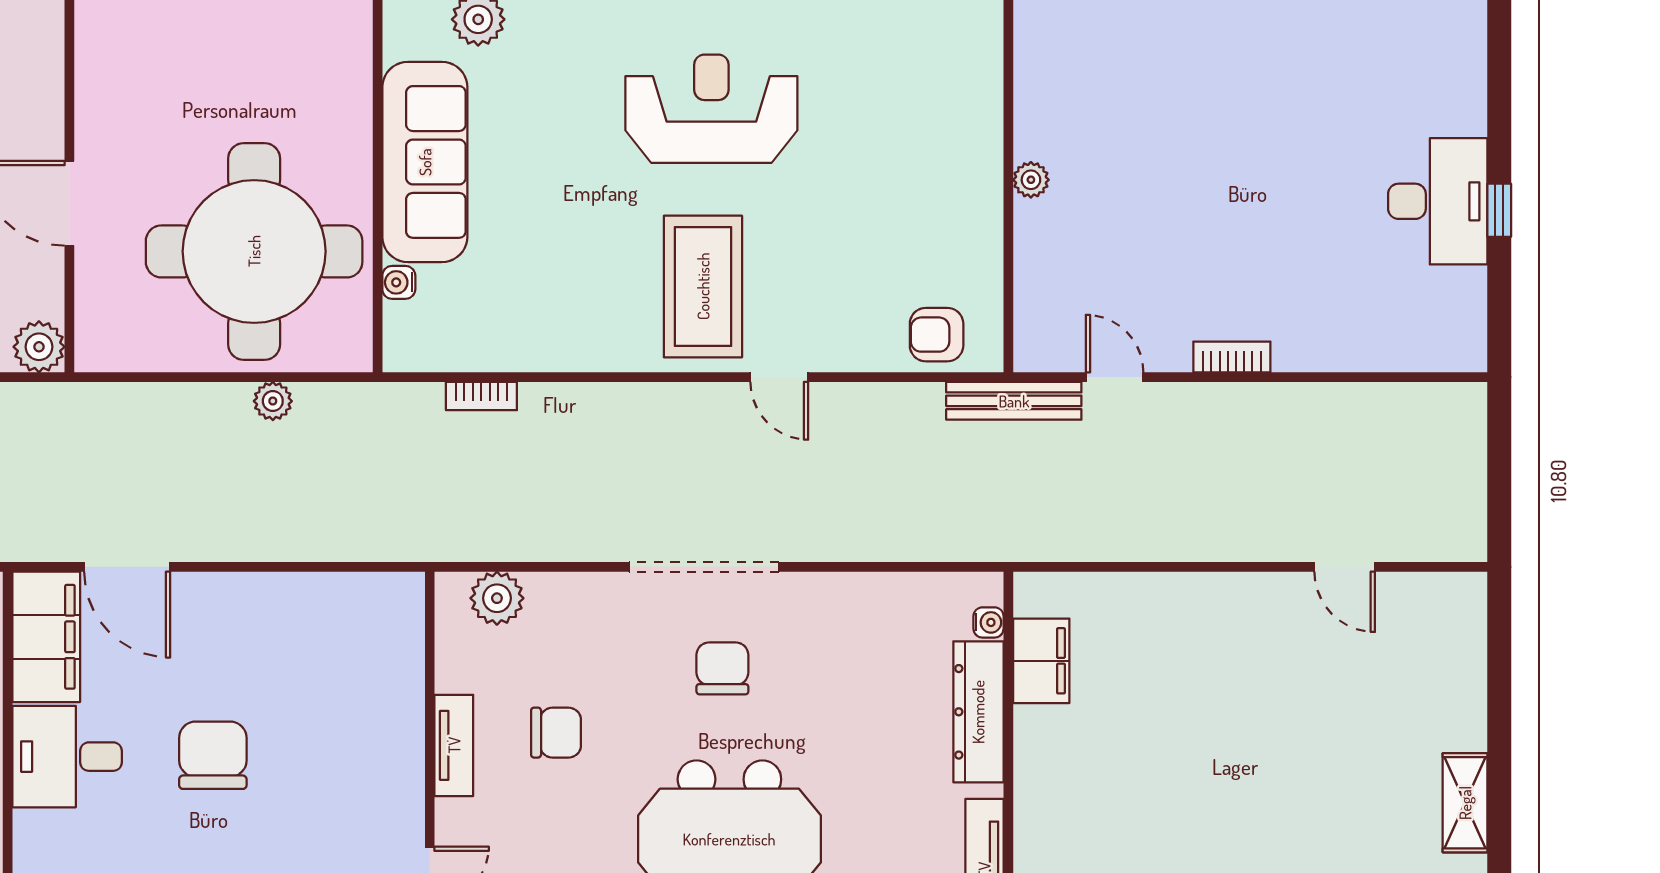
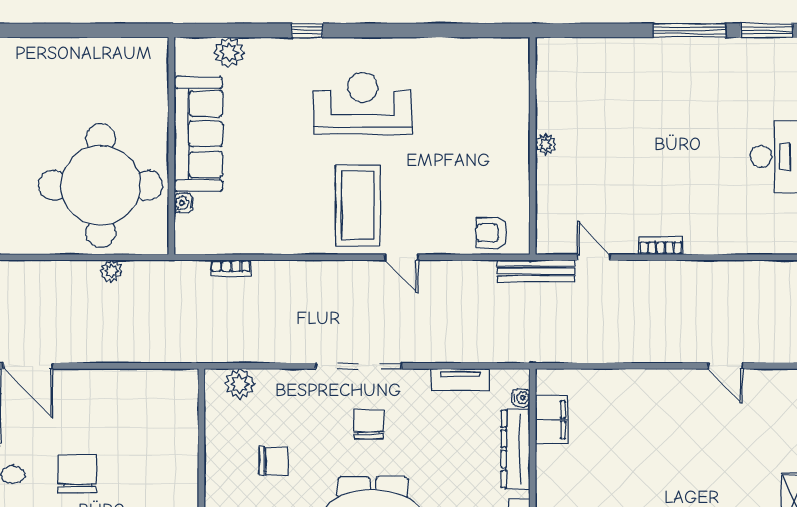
tv unit: (454, 745) -> (460, 380), moved, turned 90

